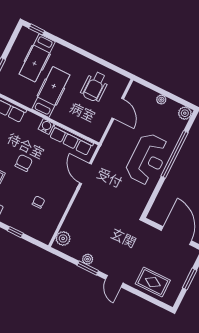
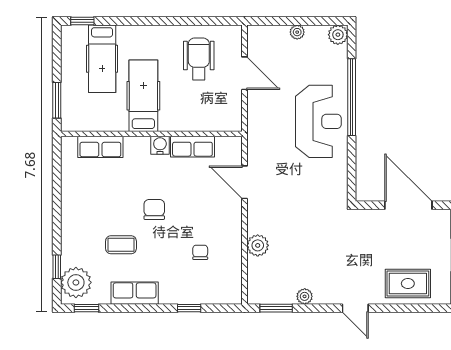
wheelchair: (95, 86) -> (199, 59), turned 180
row of seats: (71, 140) -> (192, 147), width x0.68
plant: (63, 238) -> (258, 245), moved
window: (88, 268) -> (276, 308), moved

